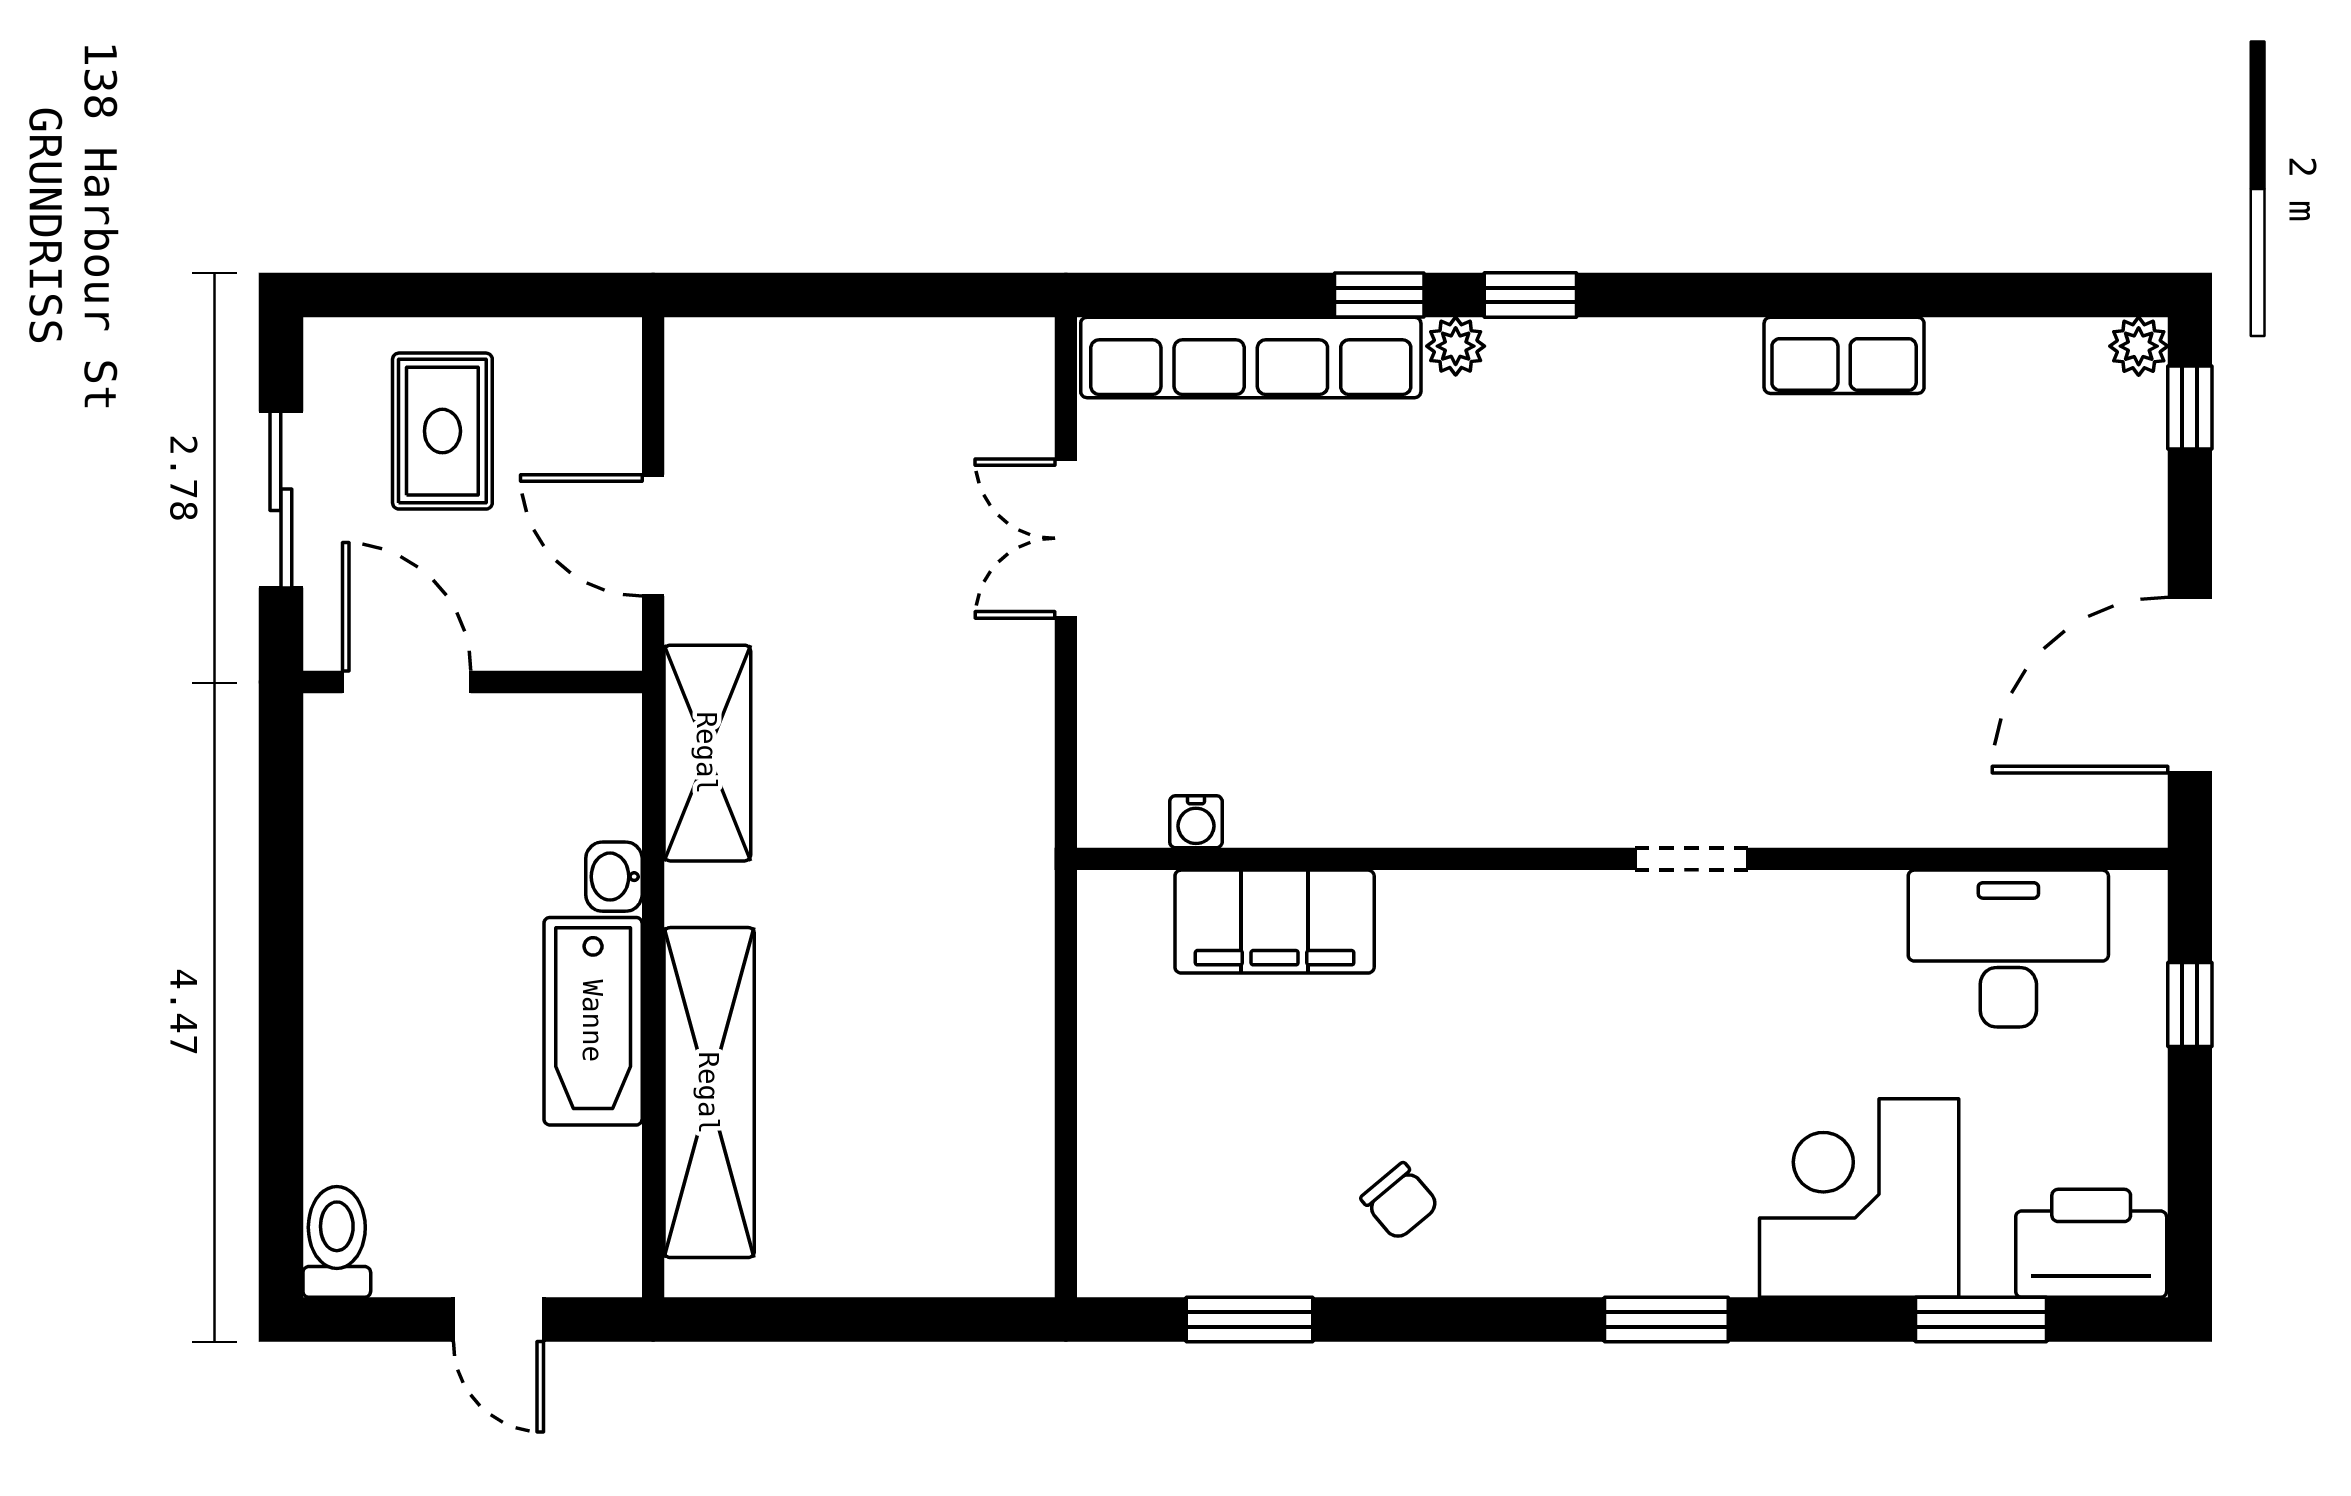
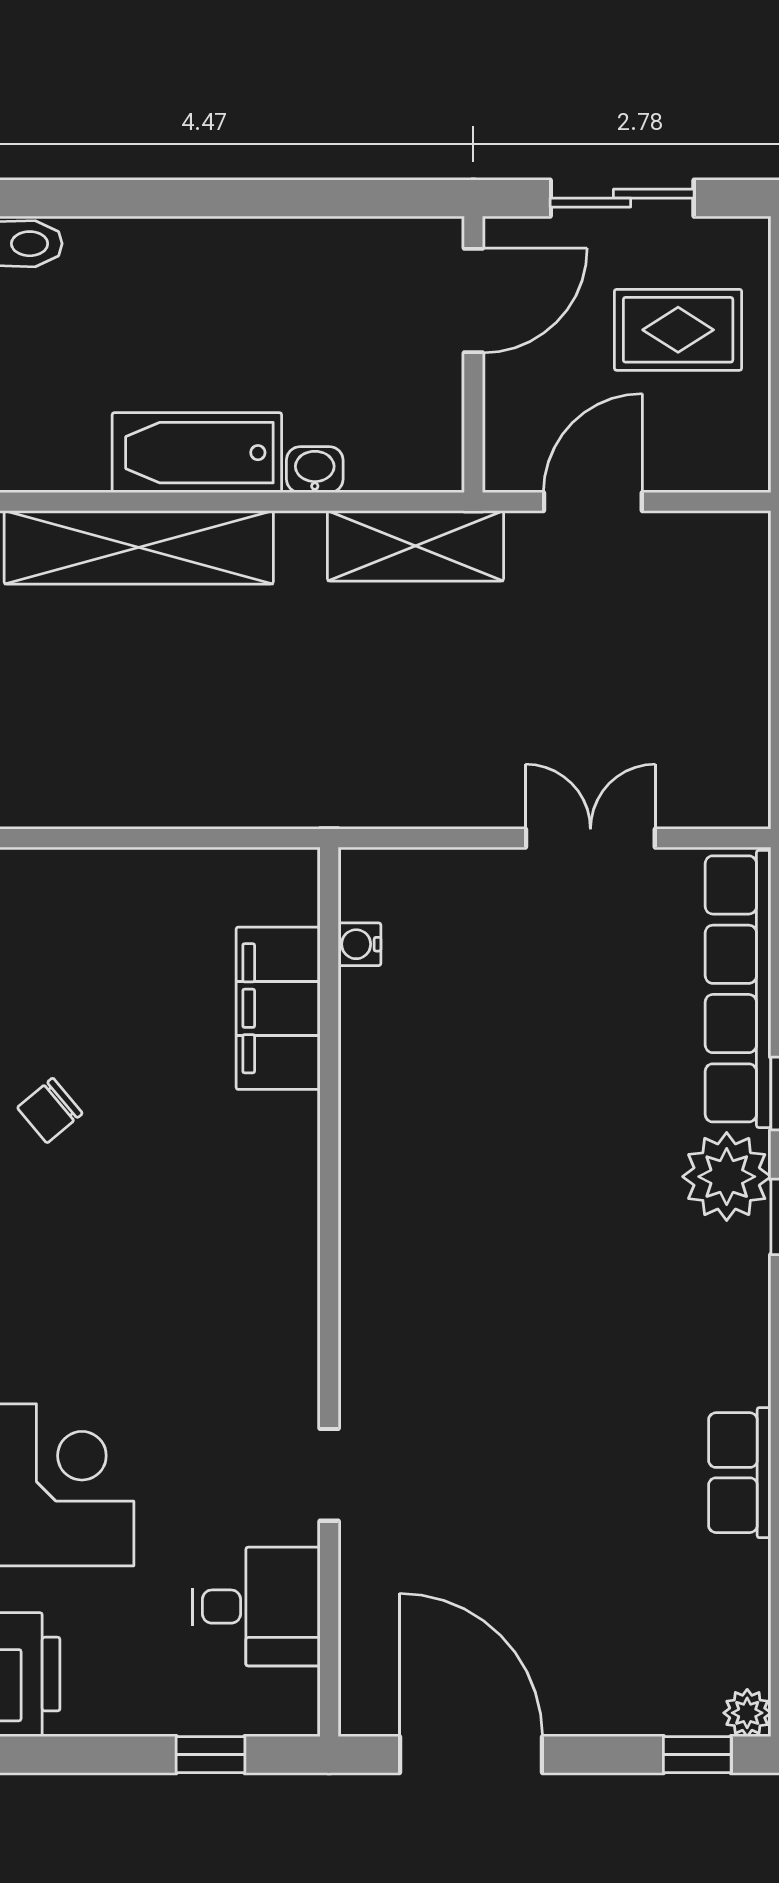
plant: (1456, 346) -> (727, 1177), width x1.87, depth x1.87
doorway: (1692, 859) -> (329, 1475), moved
desk: (2008, 949) -> (256, 1607), width x0.73

